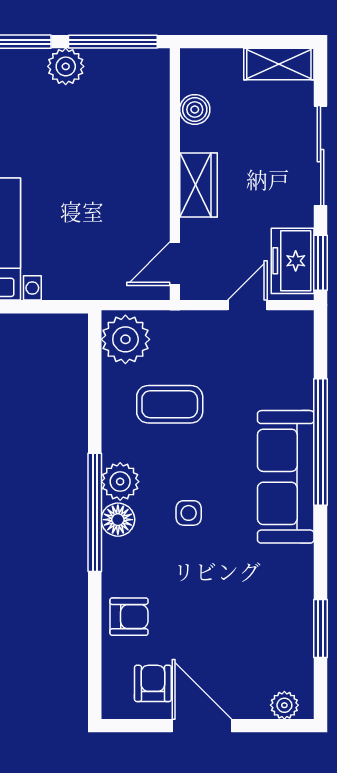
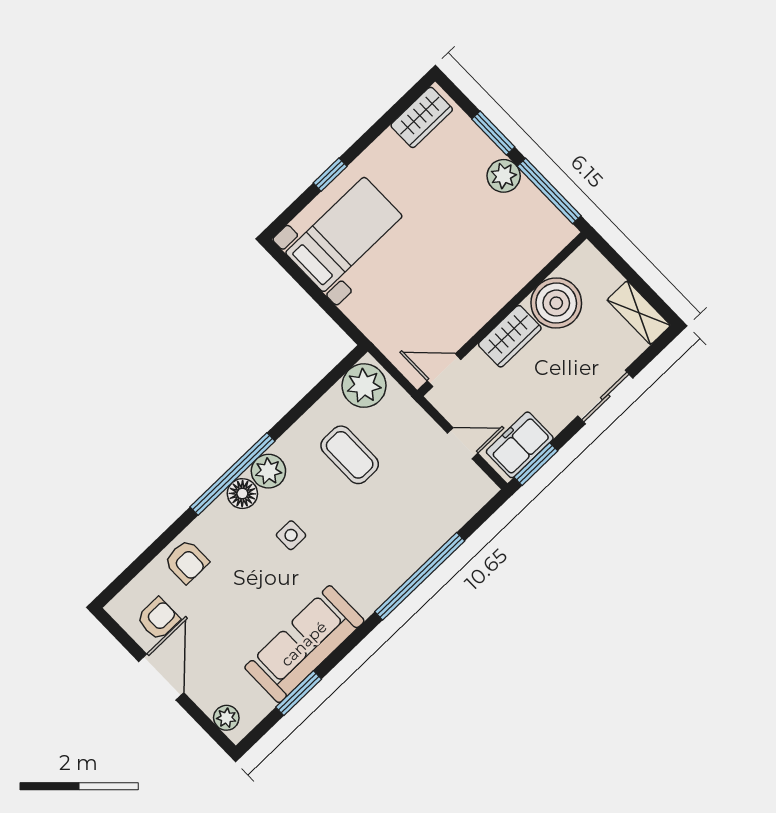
boiler: (195, 109) -> (556, 303), width x1.86, depth x1.86
sliding door: (321, 156) -> (605, 397), width x0.73
sofa: (286, 477) -> (304, 644), moved

